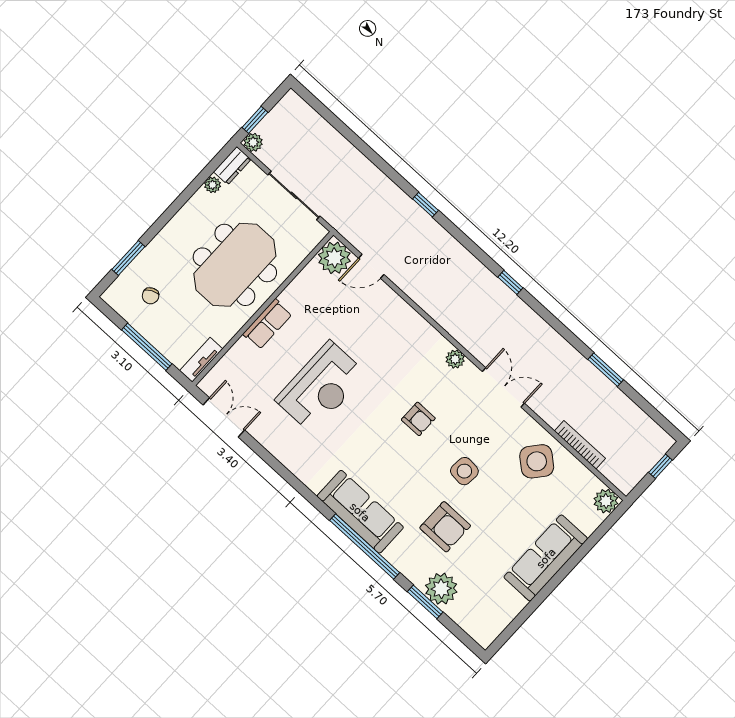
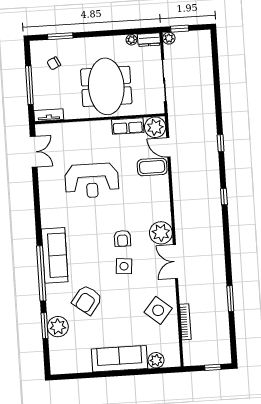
meeting table: (235, 265) -> (106, 86), turned 90
window: (510, 282) -> (224, 197), moved
coffee table: (374, 306) -> (152, 167), added
row of seats: (267, 324) -> (128, 126), moved
plant: (455, 359) -> (161, 233), width x1.87, depth x1.87
double door: (503, 387) -> (175, 262), swing flipped
side table: (464, 471) -> (124, 266), moved
plant: (606, 501) -> (156, 360), moved
armchair: (445, 527) -> (87, 300), turned 37

